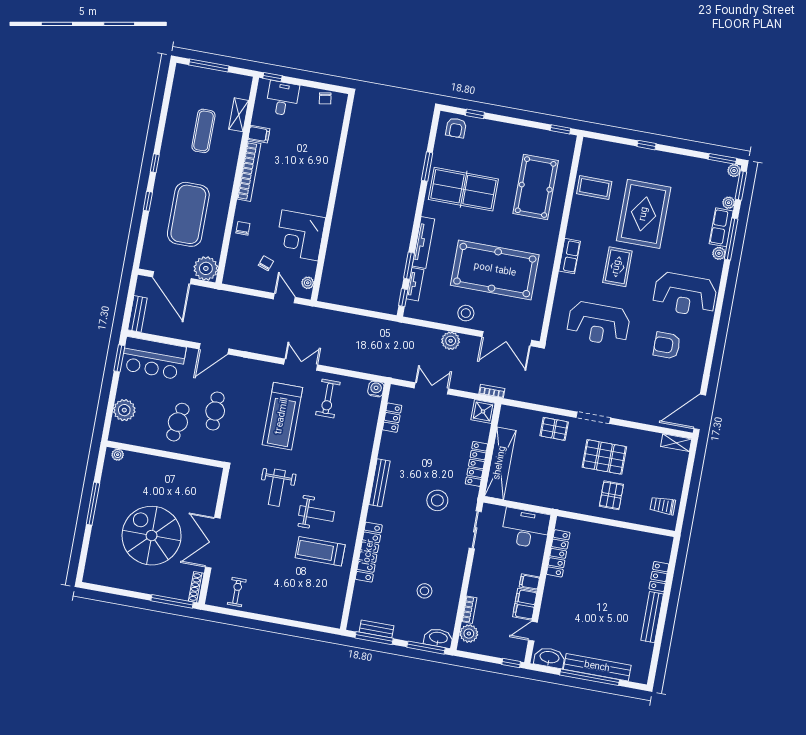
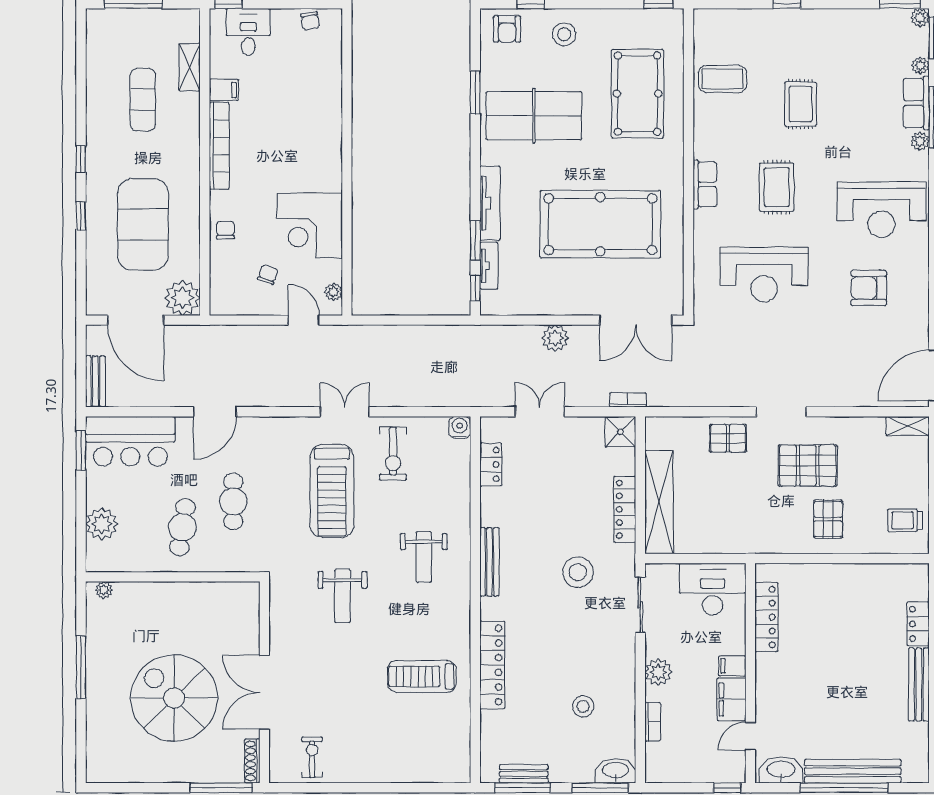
rug: (644, 214) -> (801, 104), width x0.54, depth x0.49
stool: (466, 313) -> (564, 34), moved
weight bench: (317, 514) -> (424, 557), moved, turned 90
plant: (469, 634) -> (658, 672), moved

